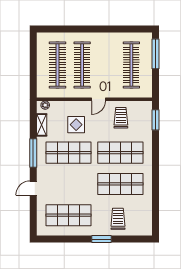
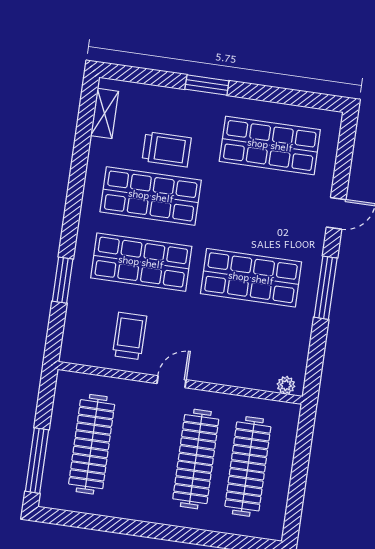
trolley: (121, 118) -> (130, 336), turned 180
window: (156, 120) -> (63, 280), moved
shelving: (42, 125) -> (105, 113), moved
display table: (76, 125) -> (226, 335), removed
trolley: (118, 219) -> (167, 149), moved, turned -90

